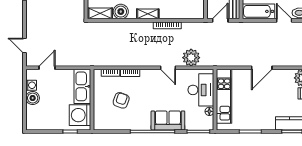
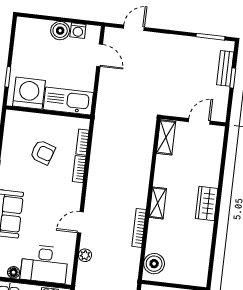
boiler: (121, 12) -> (154, 264), moved
plant: (191, 58) -> (85, 255), width x0.53, depth x0.53

